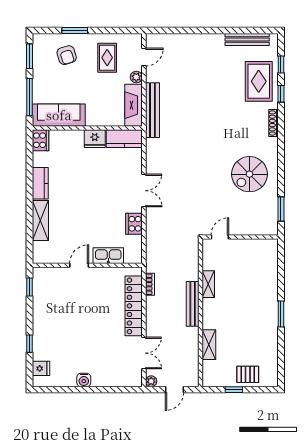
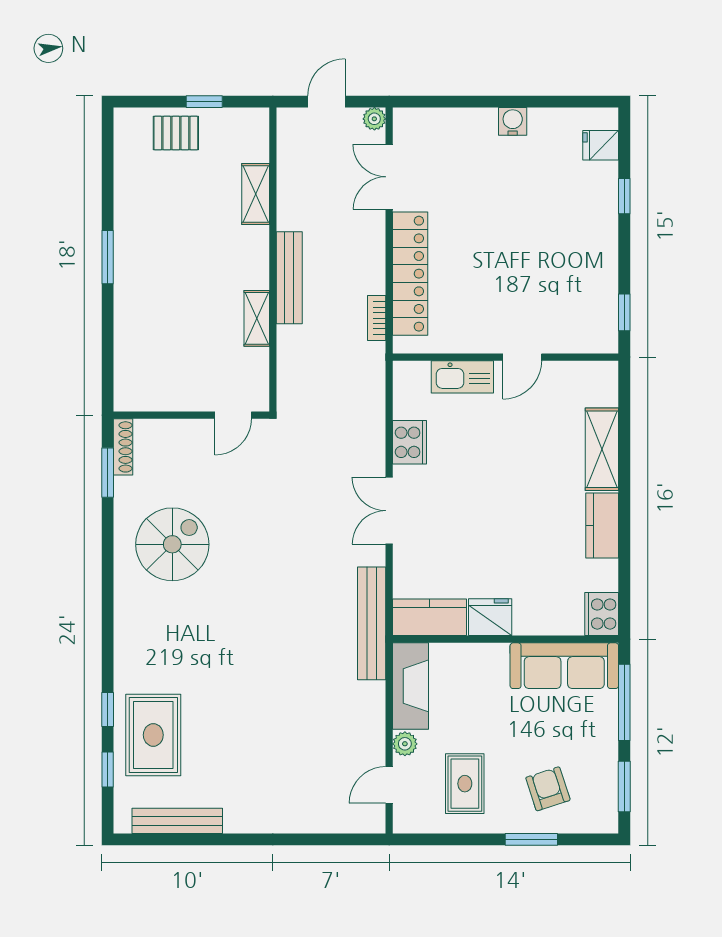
bench: (152, 110) -> (372, 623), moved
shoe rack: (273, 123) -> (123, 447), moved

